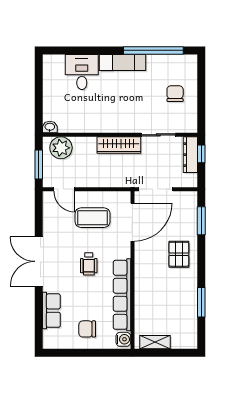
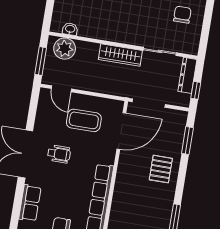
washbasin: (50, 127) -> (70, 29), moved
window: (201, 154) -> (196, 90), moved
wheelchair: (89, 264) -> (59, 154), moved, turned -90

